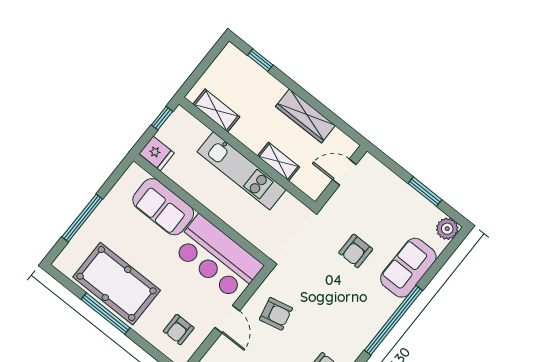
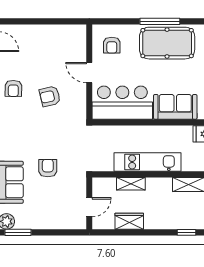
wardrobe: (305, 116) -> (129, 221), width x0.67
window: (425, 192) -> (18, 232), moved
armchair: (276, 314) -> (50, 96), moved
armchair: (179, 330) -> (112, 45), turned 180

